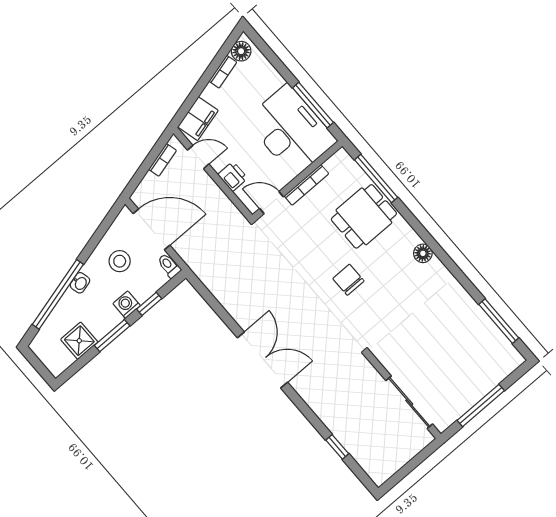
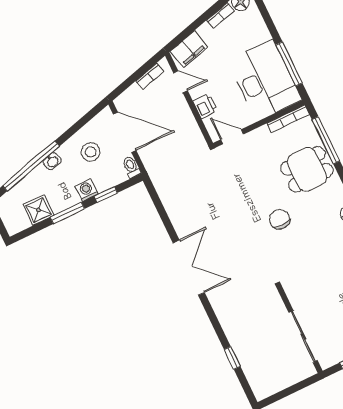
bookcase: (306, 185) -> (288, 119), moved

